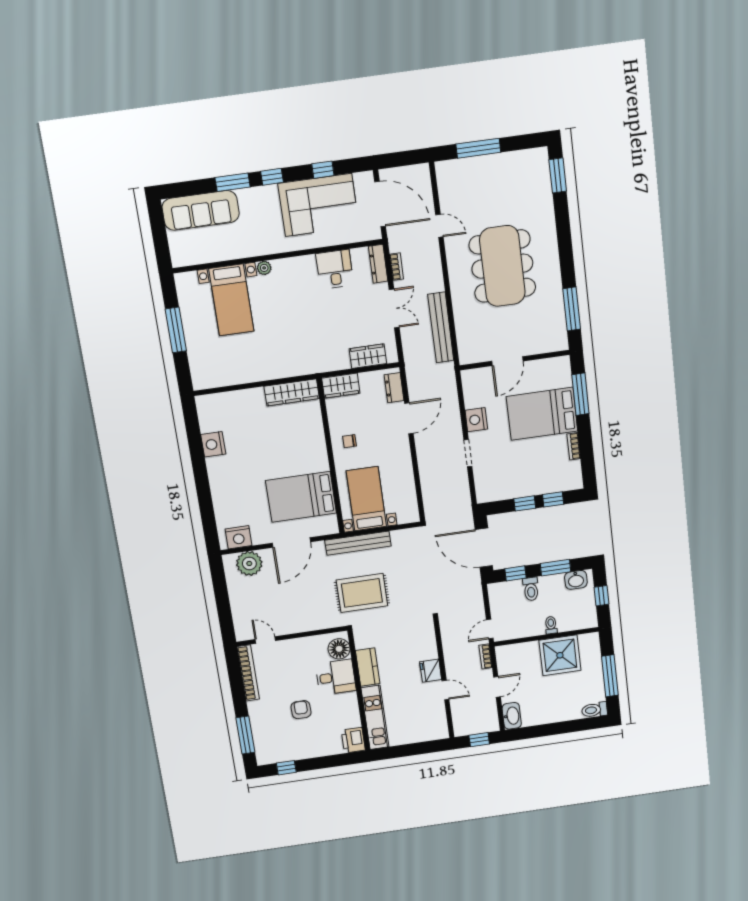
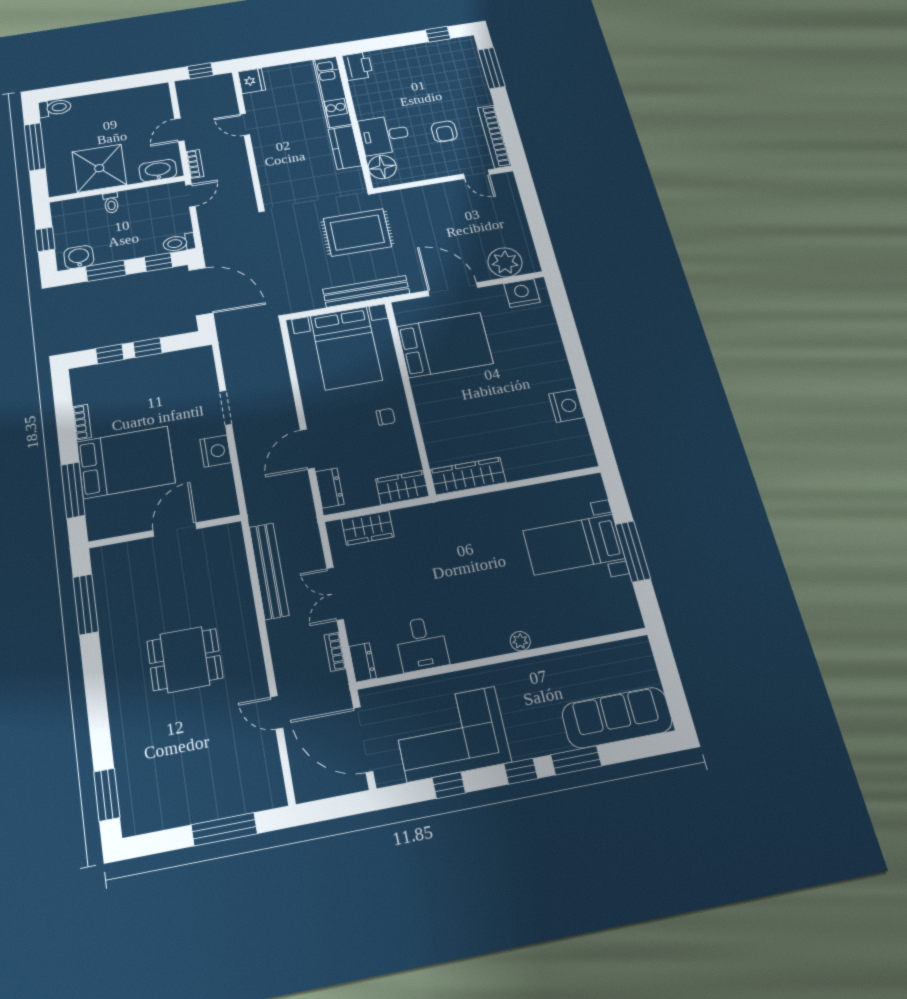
dresser: (378, 264) -> (363, 662), width x0.70
dining table: (502, 266) -> (185, 660), width x0.53, depth x0.80
bed with nightstands: (231, 300) -> (574, 545), moved, turned -90
bed with nightstands: (366, 499) -> (346, 348), width x1.36
door: (291, 542) -> (453, 289), hinge flipped
toilet: (531, 589) -> (179, 243), moved, turned -90
fridge: (431, 671) -> (252, 81), moved
armchair: (301, 710) -> (444, 131), moved
washbasin: (512, 716) -> (158, 170), moved, turned 90

